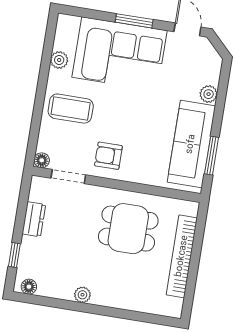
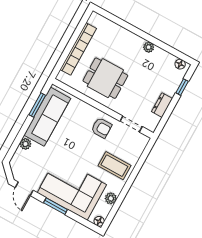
floor lamp: (42, 160) -> (99, 221), moved

